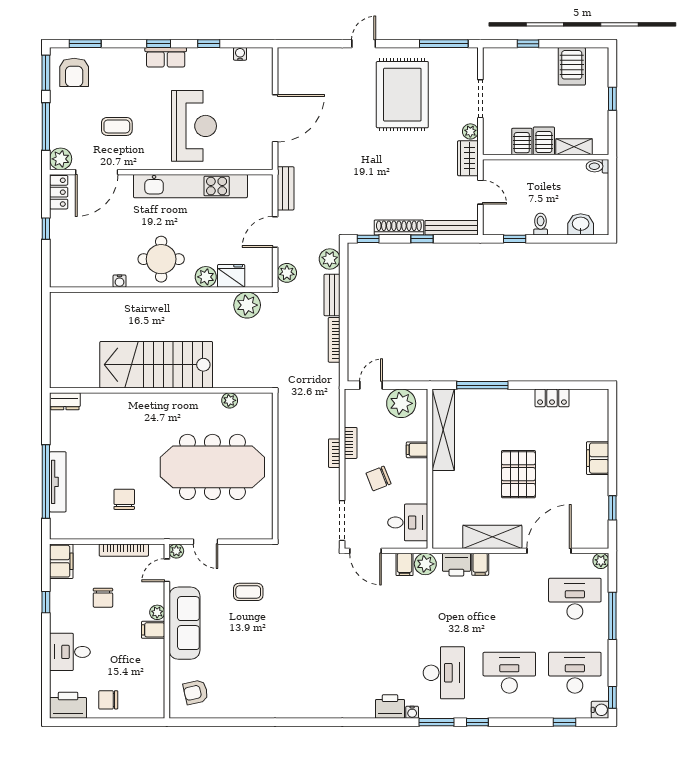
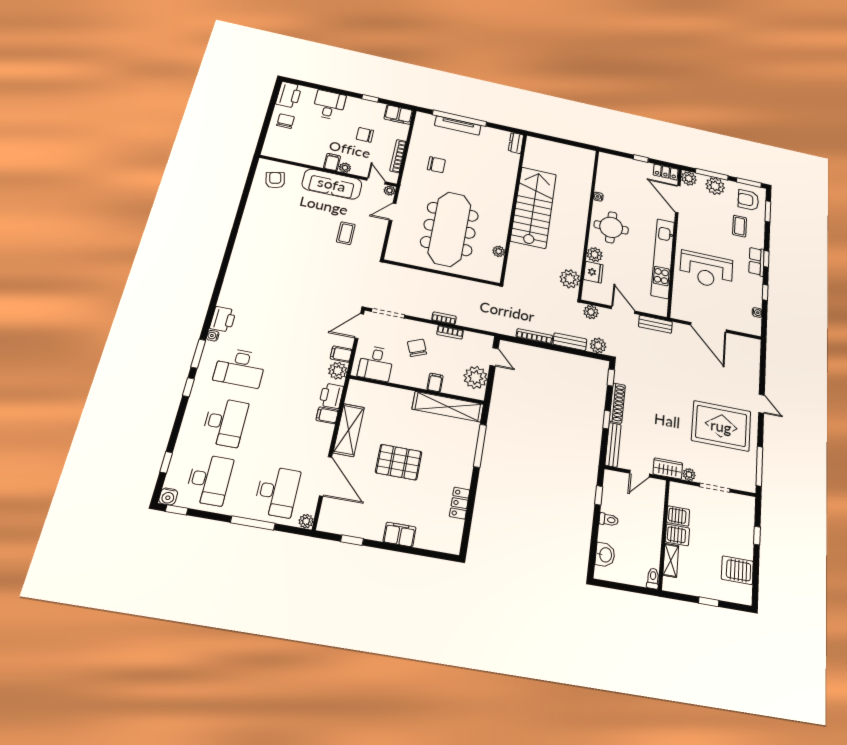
plant: (63, 121) -> (715, 186), added
coffee table: (117, 126) -> (740, 226), moved

